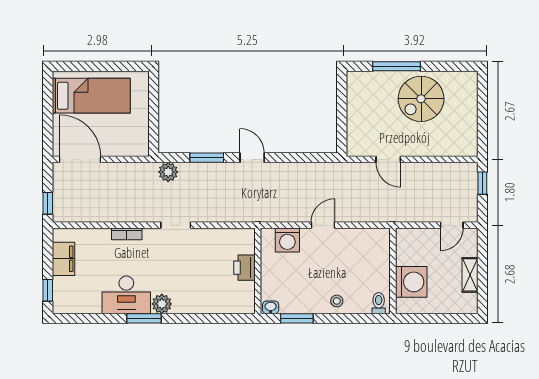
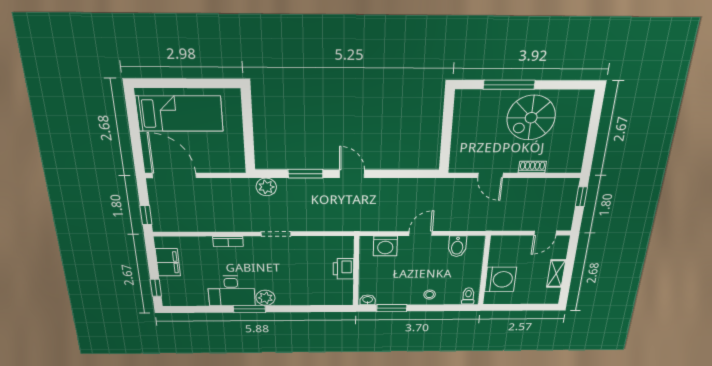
shoe rack: (429, 150) -> (532, 167), added
bidet: (362, 241) -> (457, 246), added

